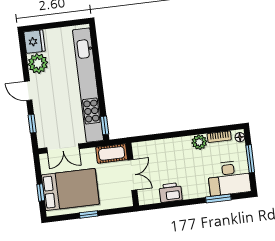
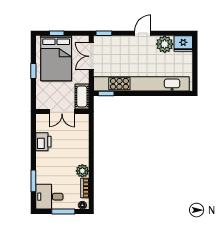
window: (32, 124) -> (104, 33), moved
desk: (229, 178) -> (49, 197), width x0.73

